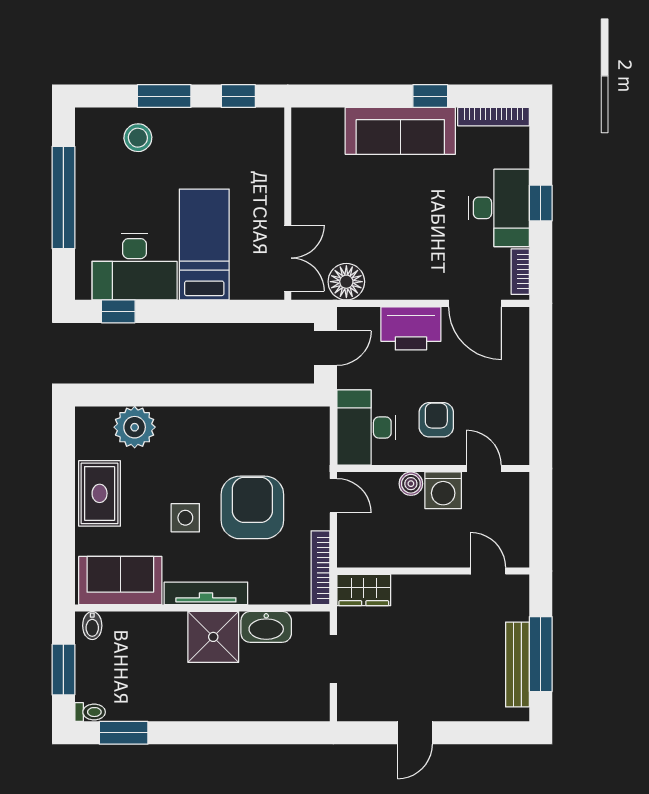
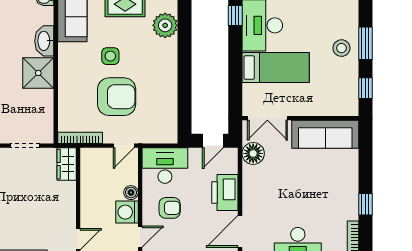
sofa: (400, 131) -> (325, 134), moved, turned -90
stool: (138, 138) -> (341, 48), moved
door: (325, 348) -> (213, 141), hinge flipped
tv unit: (206, 593) -> (65, 69), removed
washbasin: (266, 627) -> (44, 41), moved

